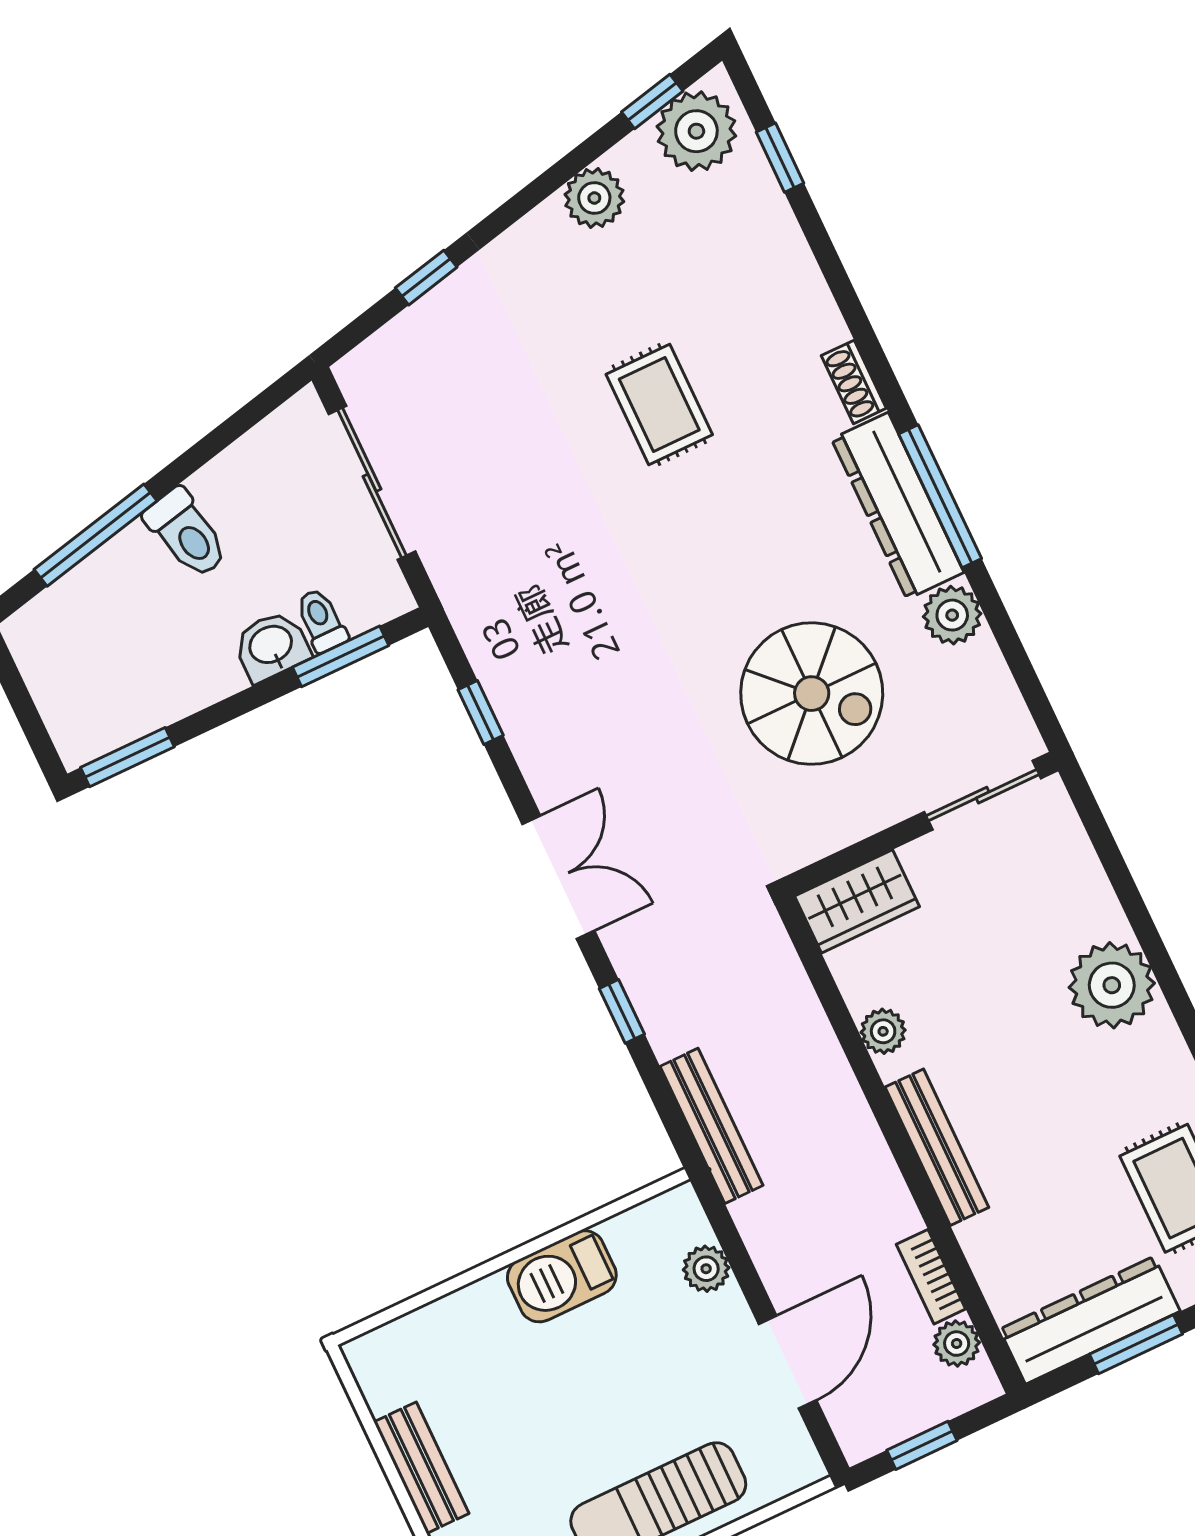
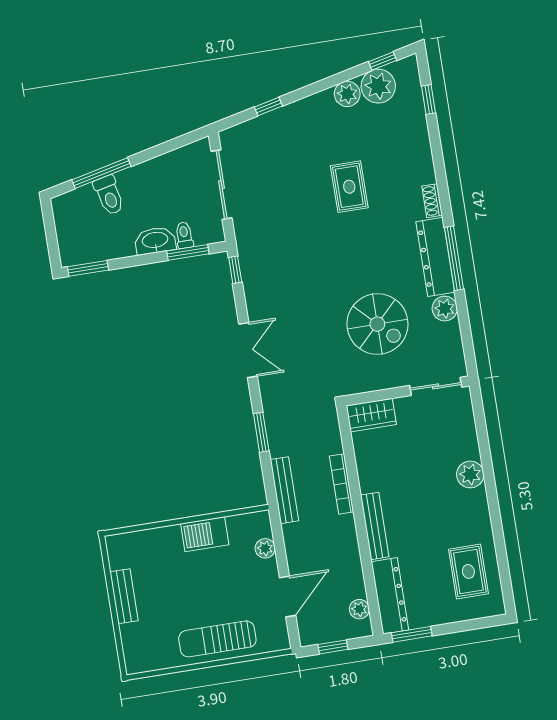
plant: (696, 131) -> (378, 86), moved
toilet: (187, 533) -> (109, 195), moved
washbasin: (271, 646) -> (155, 241), width x1.38
window: (481, 713) -> (235, 270), moved
double door: (558, 877) -> (248, 350), moved
plant: (1112, 985) -> (470, 474), width x0.73, depth x0.73
window: (622, 1011) -> (261, 432), width x1.50
plant: (883, 1031) -> (366, 472), removed
bookcase: (931, 1277) -> (342, 484), moved, width x1.56
dresser: (1090, 1320) -> (390, 596), moved, turned 90
window: (1136, 1344) -> (412, 634), moved

